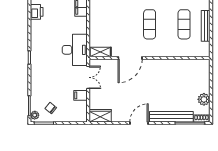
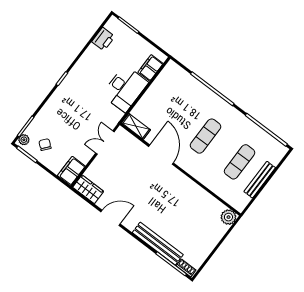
desk: (75, 50) -> (125, 89), moved
door: (130, 58) -> (161, 155), swing flipped
double door: (88, 77) -> (105, 142), swing flipped
filing cabinet: (80, 95) -> (71, 171), moved, width x2.00
plant: (204, 99) -> (228, 217), moved
door: (139, 123) -> (111, 218), moved

